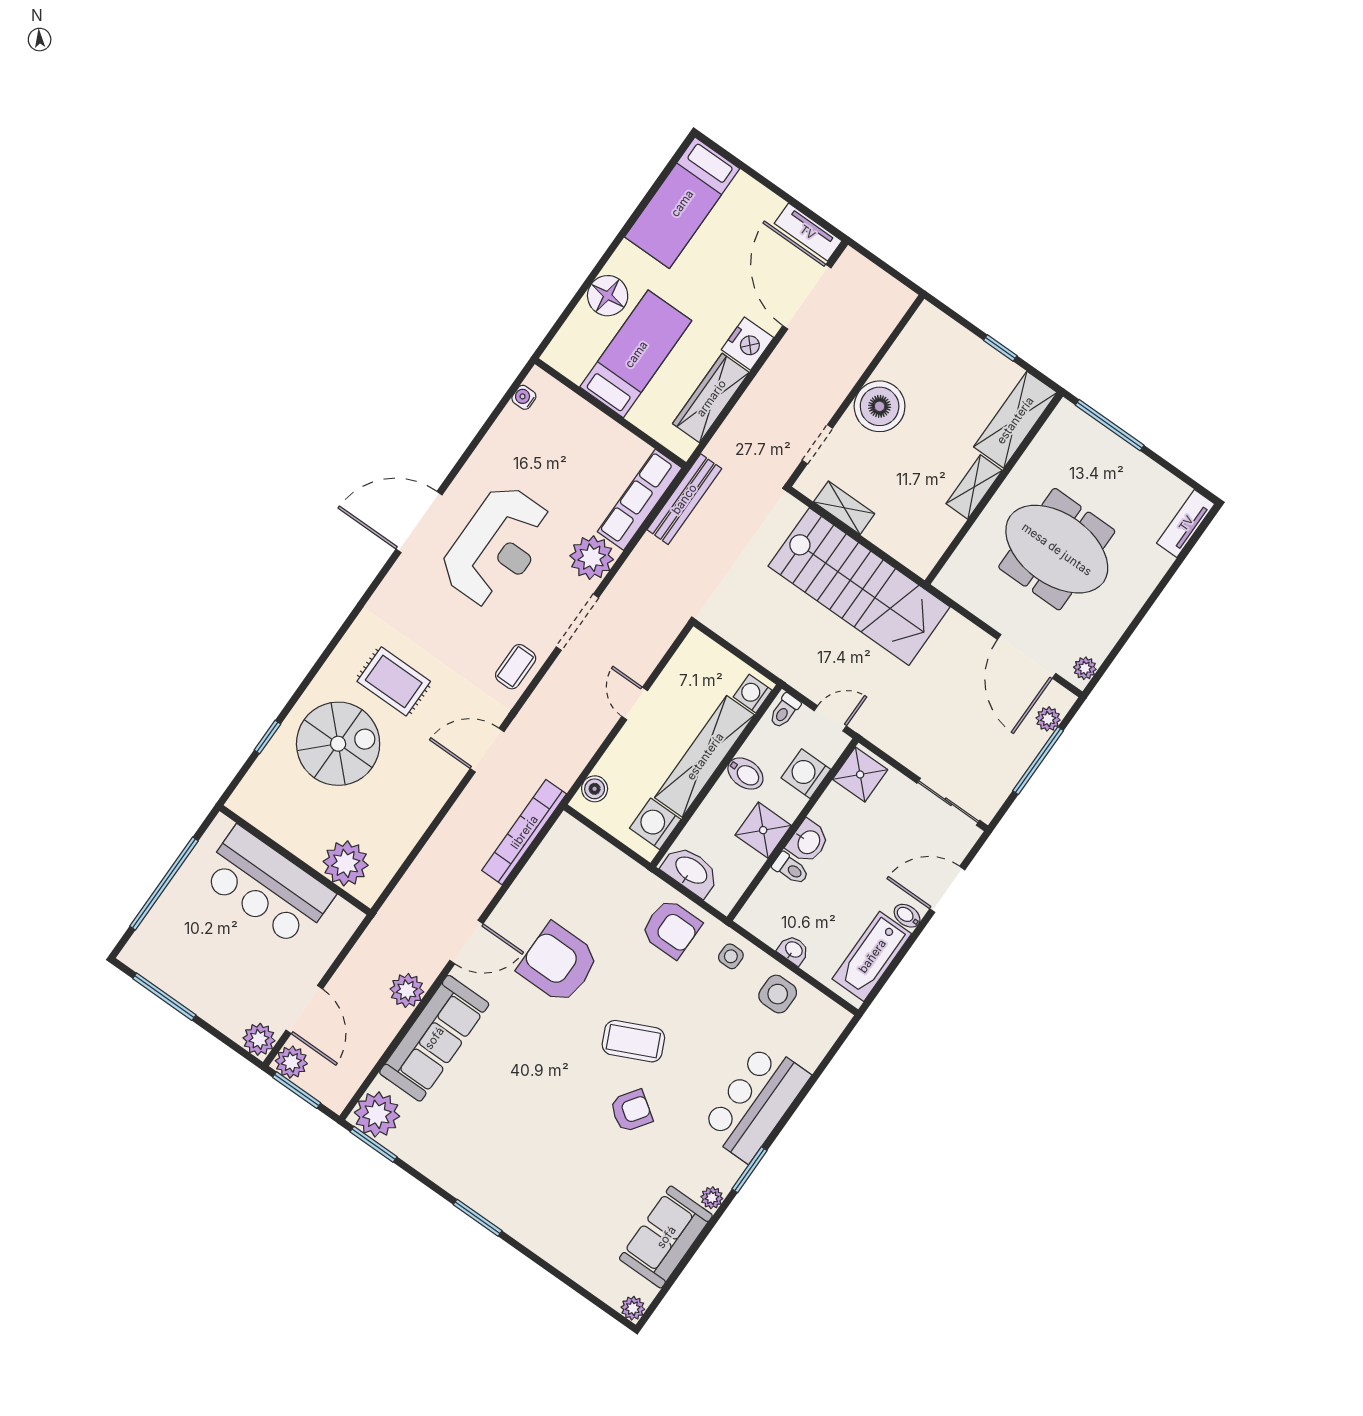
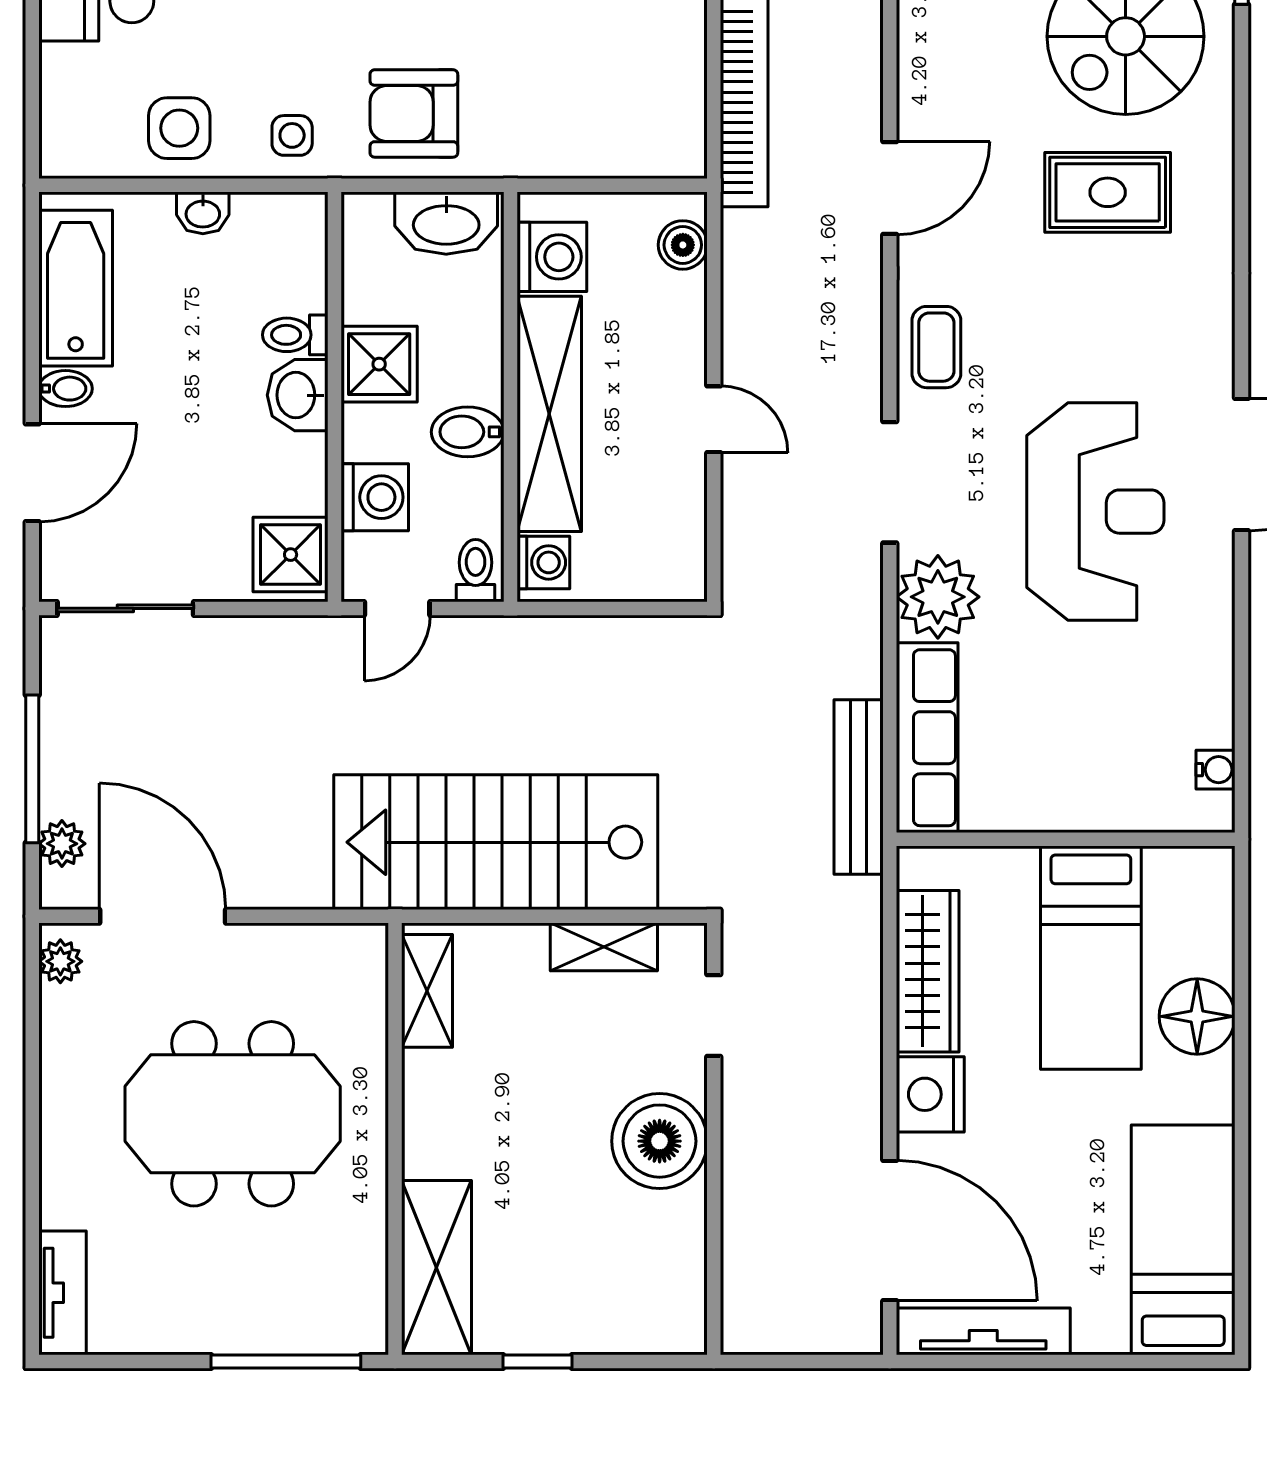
tv unit: (808, 232) -> (983, 1331), width x1.41
shelving: (974, 487) -> (427, 991), moved
reception desk: (497, 546) -> (1095, 512), turned 180

